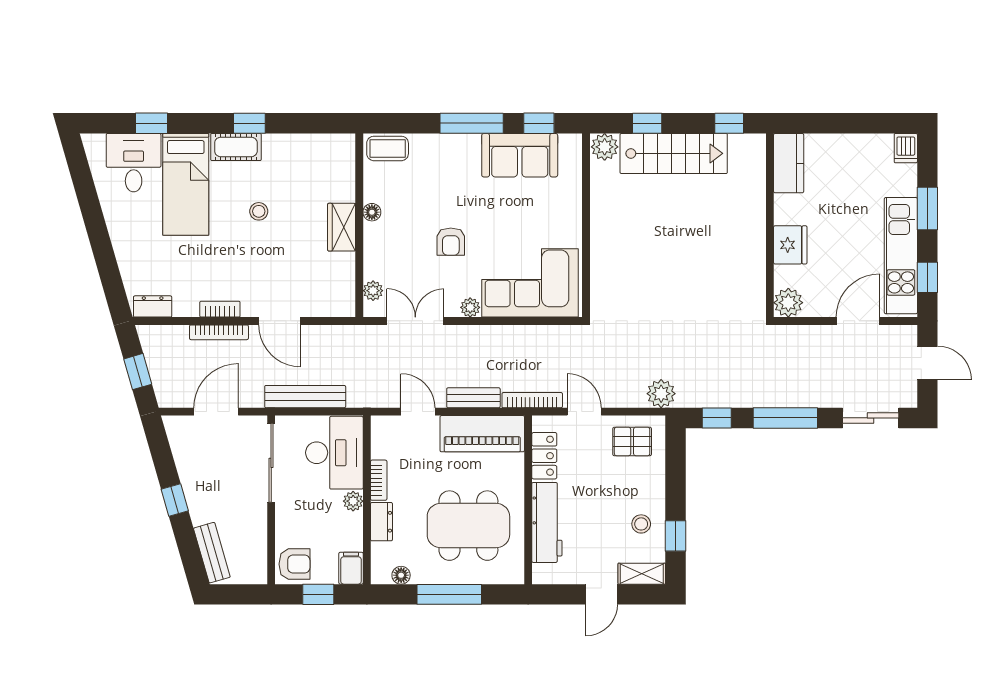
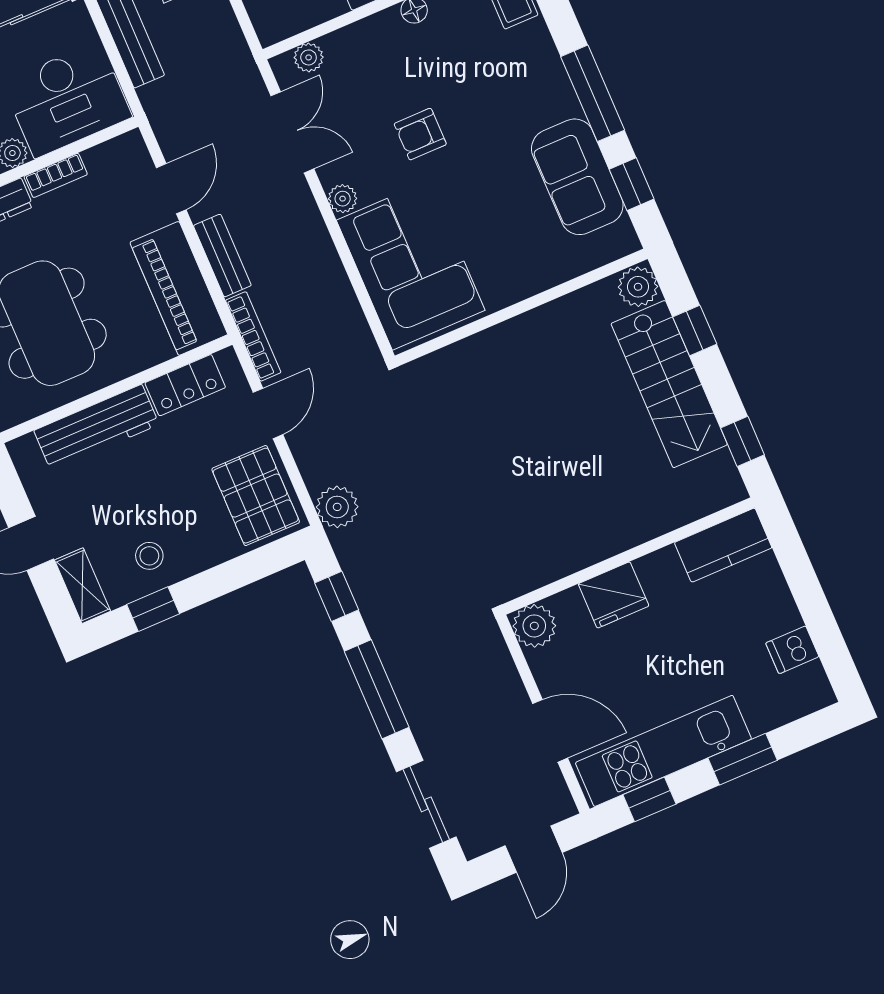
dishwasher: (906, 148) -> (792, 650), moved
pallet: (632, 441) -> (256, 496), width x1.50, depth x1.42

